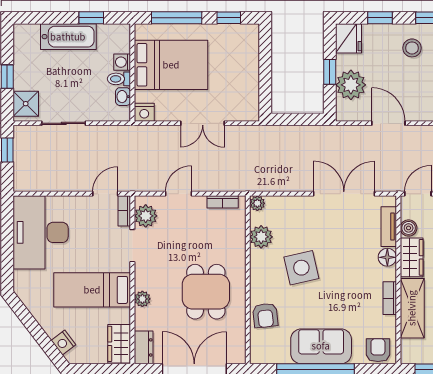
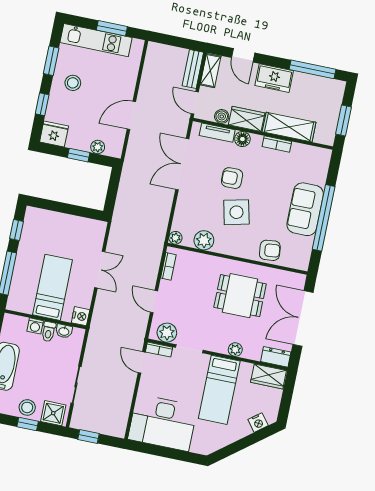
bed: (171, 65) -> (53, 287), width x0.67
stool: (26, 72) -> (27, 407), added
plant: (351, 85) -> (98, 147), width x0.53, depth x0.53
armchair: (378, 350) -> (232, 178), moved

